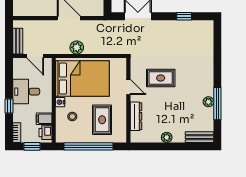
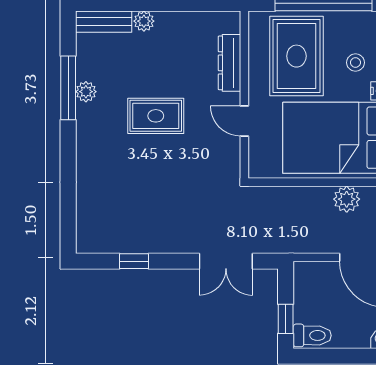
rug: (161, 78) -> (156, 116), moved
rug: (102, 120) -> (296, 56), width x1.36, depth x1.43
plant: (167, 137) -> (144, 21), moved

